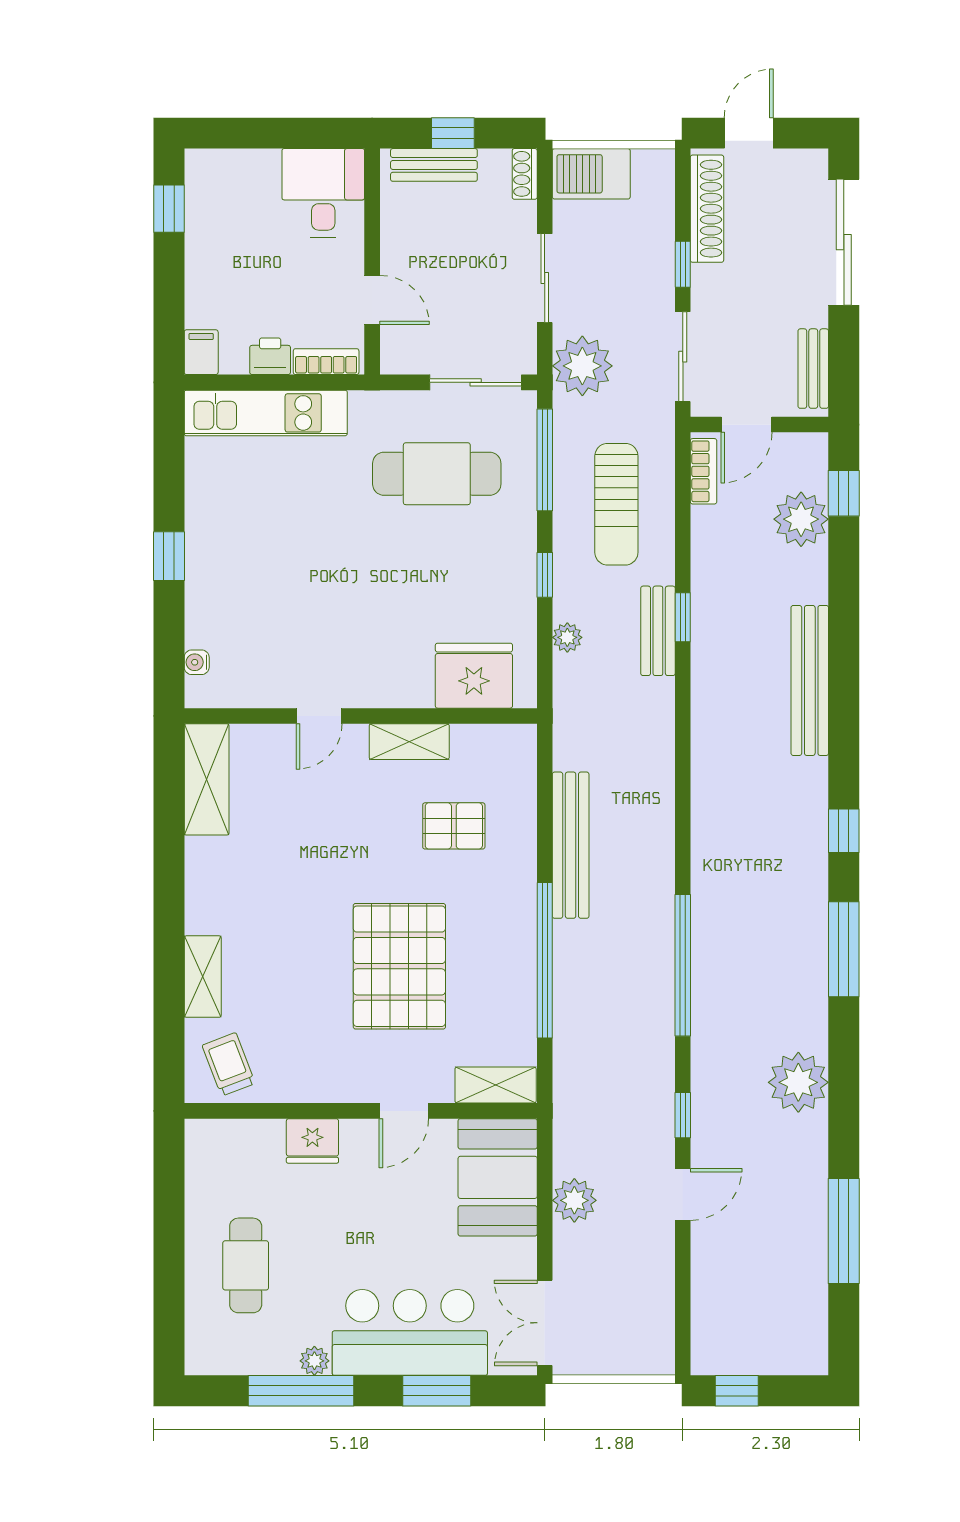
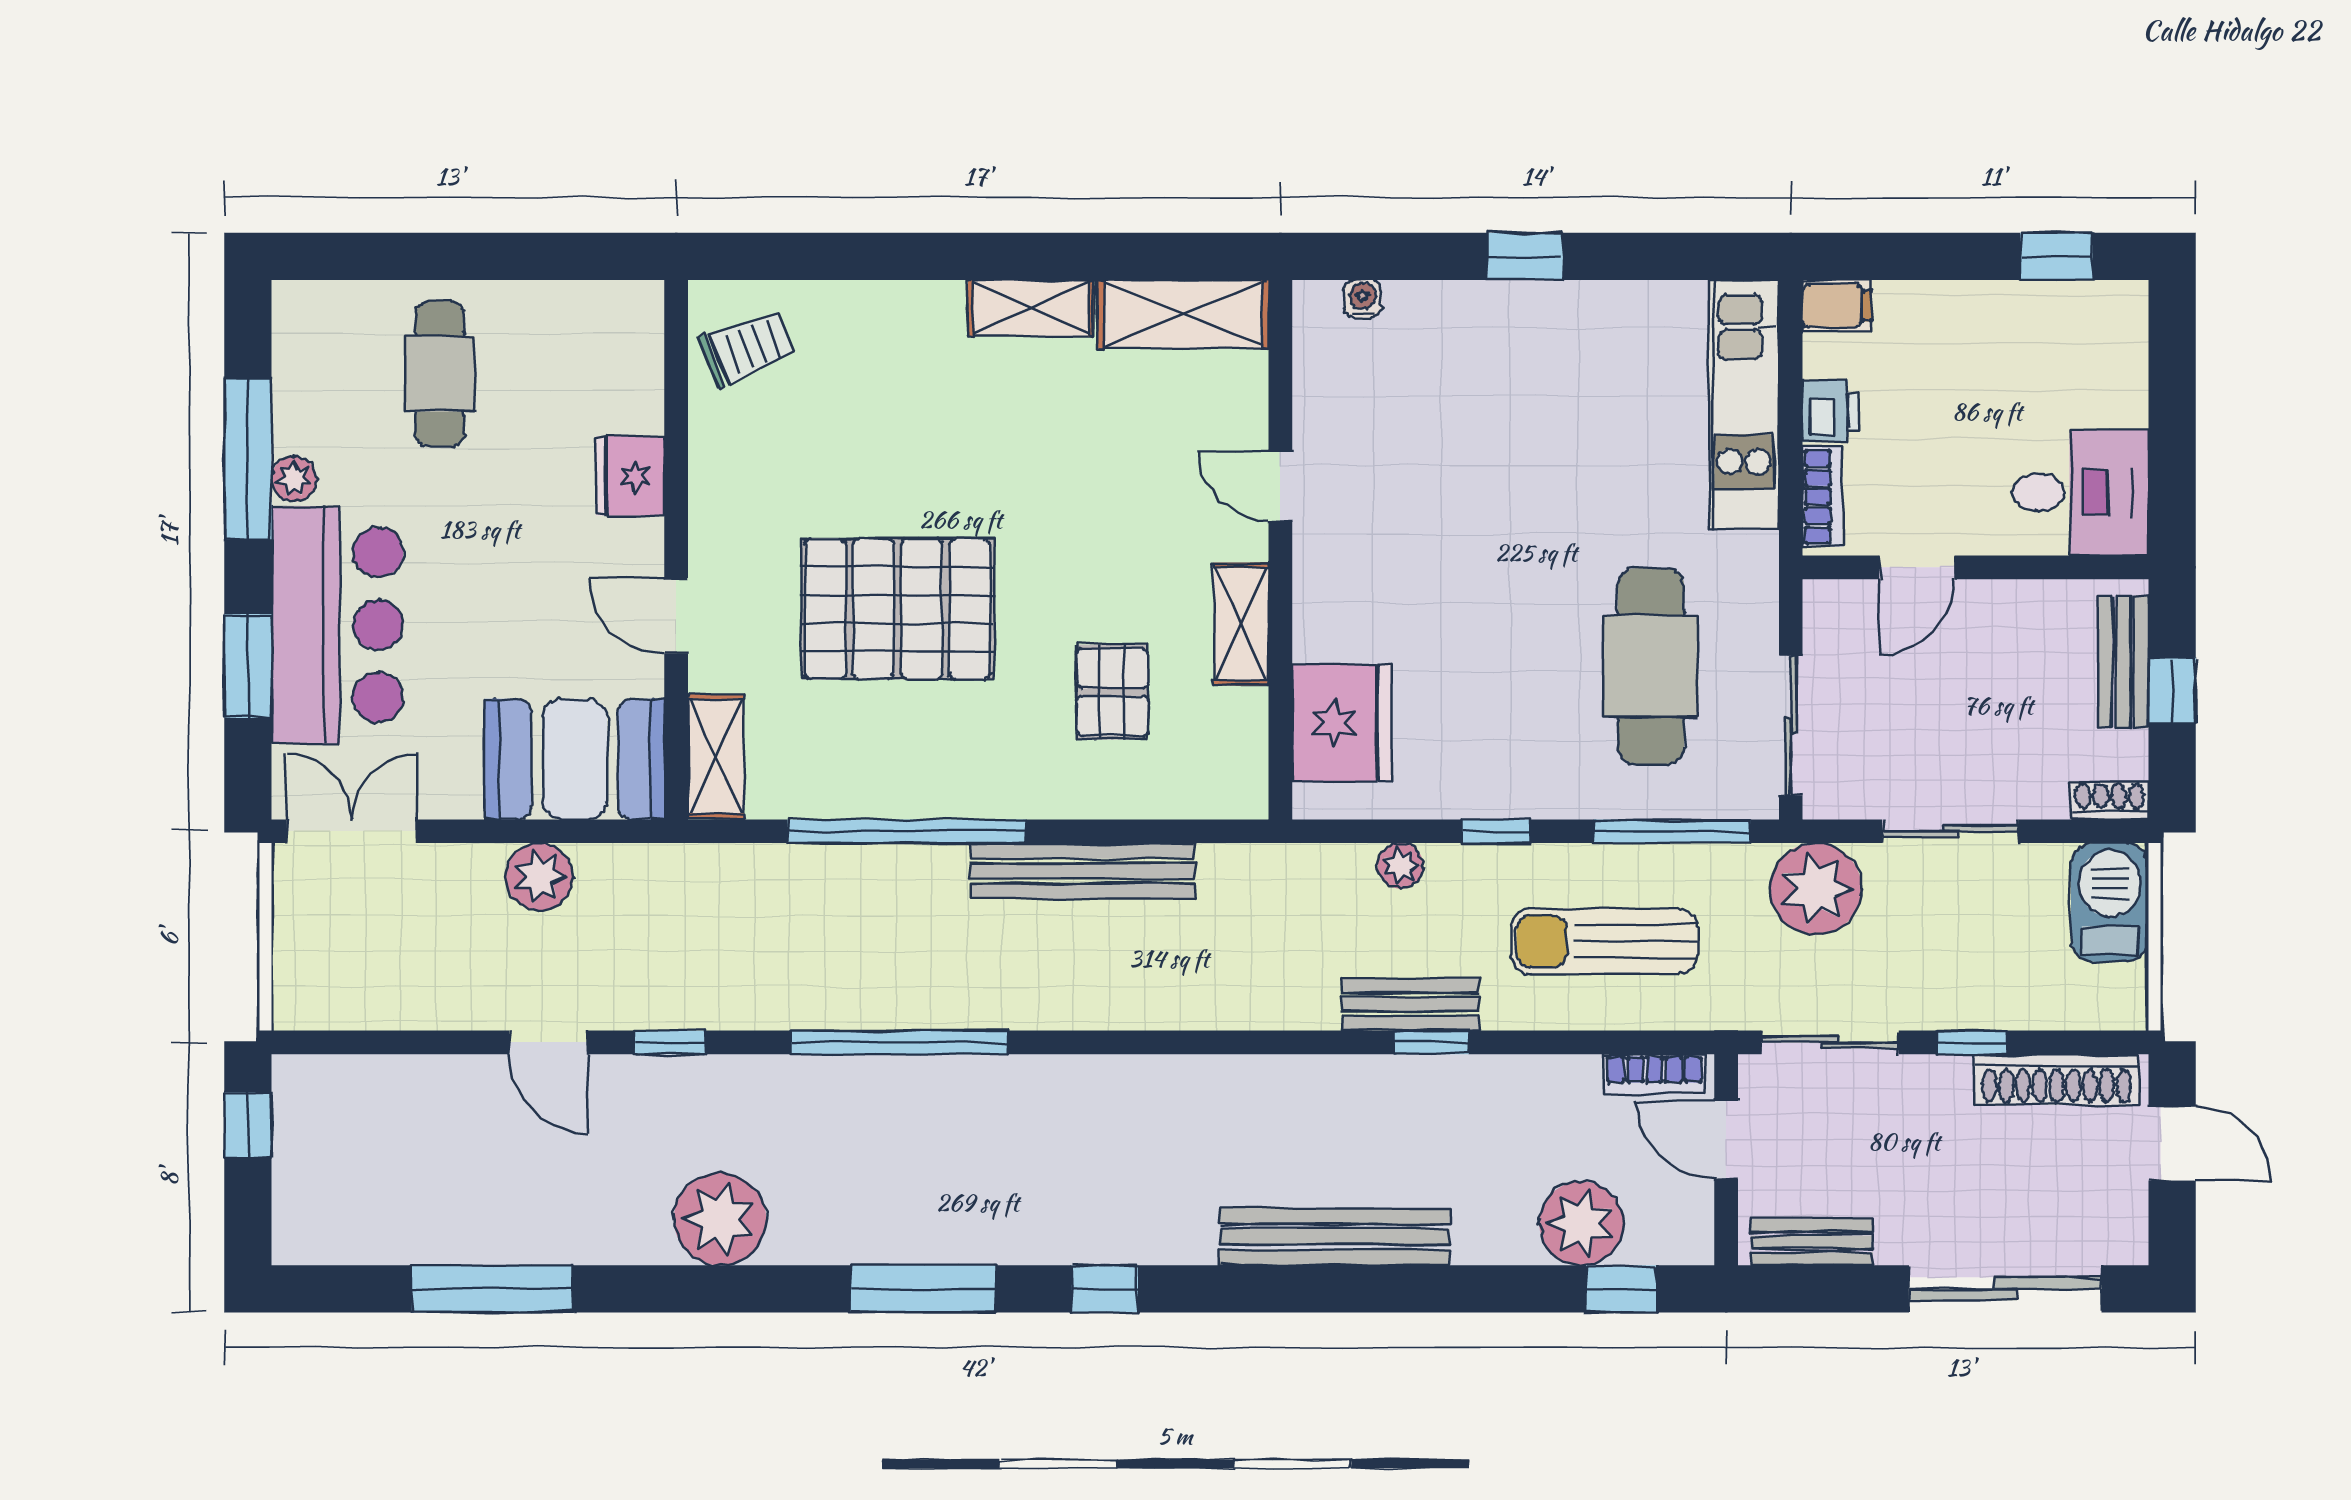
shelving: (203, 977) -> (1031, 308), moved
cafe table: (246, 1265) -> (440, 374), turned 90

